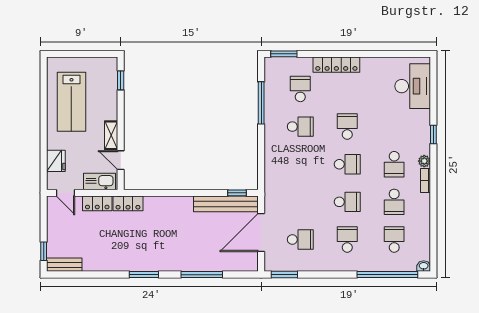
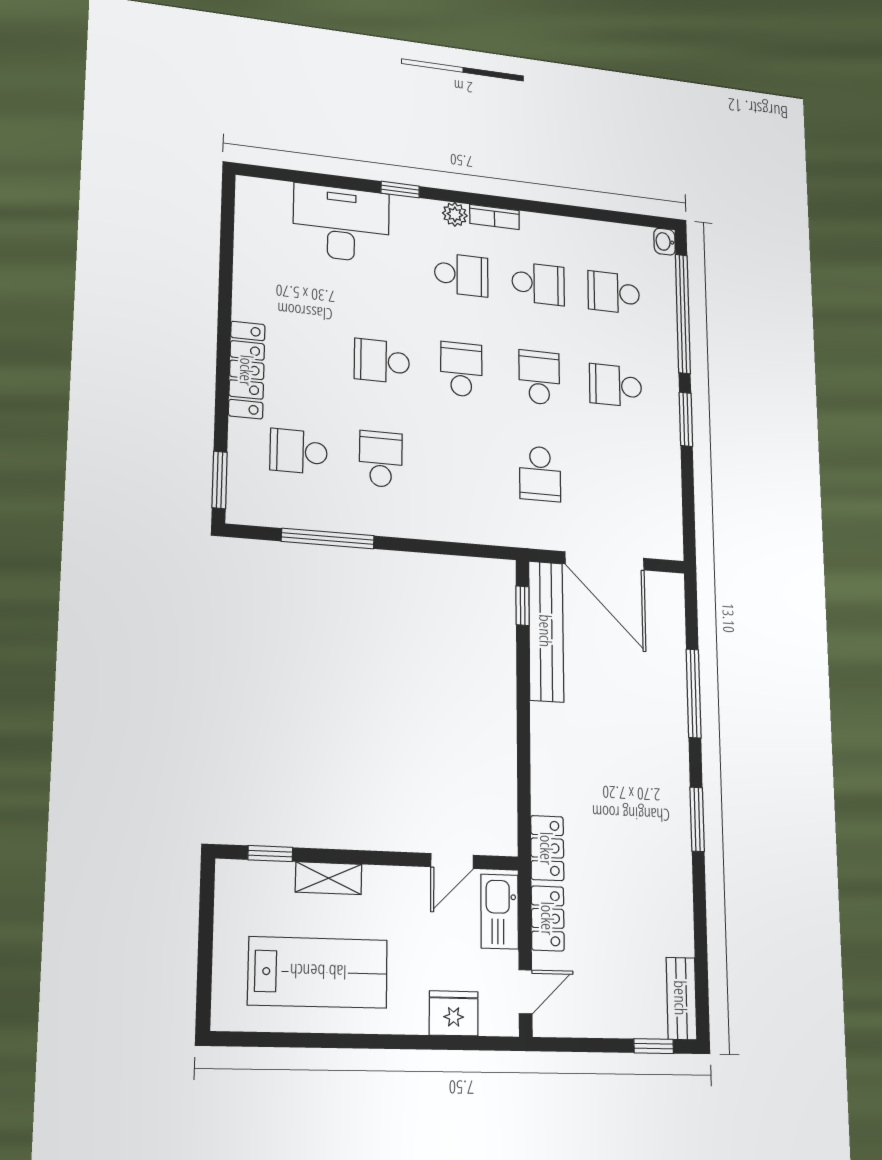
desk: (413, 86) -> (341, 223), moved
shelving: (111, 135) -> (329, 878), moved
school desk: (300, 240) -> (540, 474), moved, turned 180
window: (284, 275) -> (686, 419), moved

